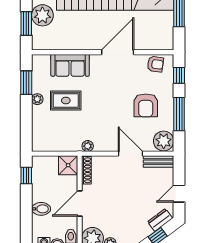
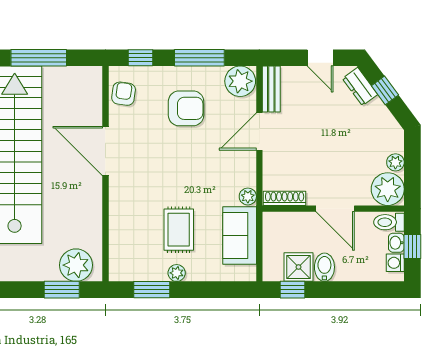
plant: (42, 15) -> (76, 265), moved
sofa: (70, 65) -> (240, 236), moved, turned 180
shower: (68, 165) -> (299, 267), moved
bidet: (41, 209) -> (324, 267), moved

